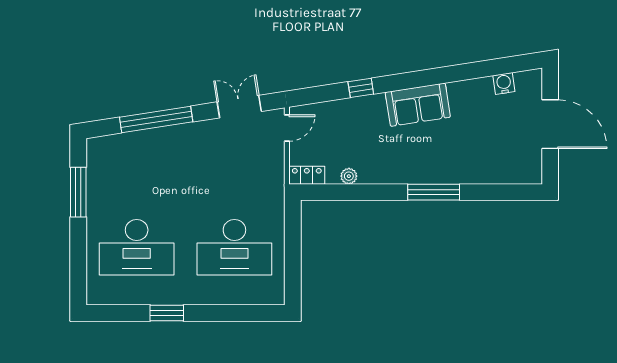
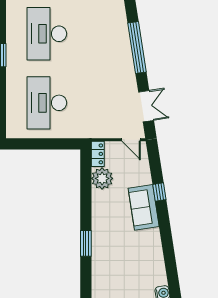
sofa: (418, 105) -> (144, 207), moved
plant: (349, 176) -> (102, 178), width x1.88, depth x1.88
window: (434, 192) -> (86, 243), width x0.69

